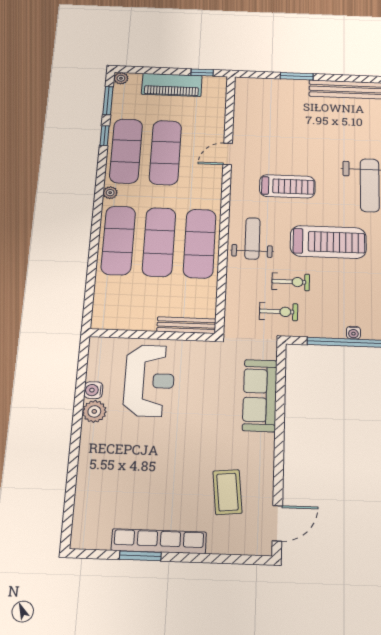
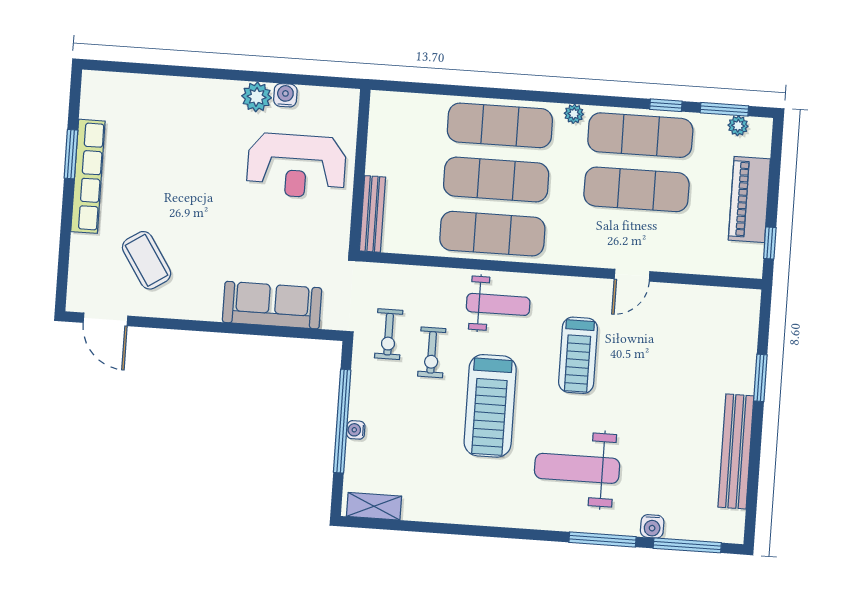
plant: (121, 78) -> (738, 126), moved
door: (228, 154) -> (632, 275), swing flipped
coffee table: (227, 492) -> (147, 260), turned 63

